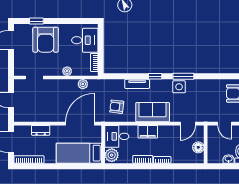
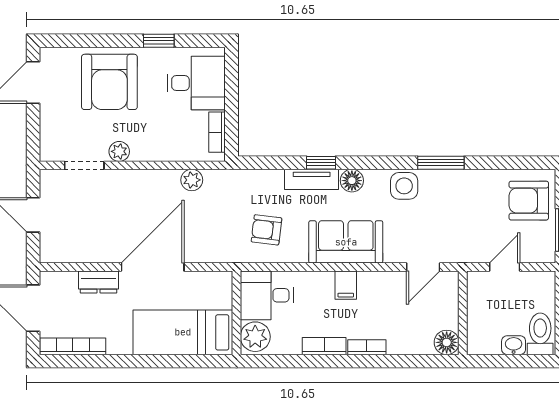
window: (36, 21) -> (159, 41), moved
plant: (67, 71) -> (119, 151), moved
window: (155, 76) -> (321, 163), moved
window: (183, 76) -> (441, 163), moved
floor lamp: (155, 84) -> (352, 181), added
door: (80, 124) -> (153, 267), moved
door: (225, 124) -> (505, 267), swing flipped
filing cabinet: (148, 132) -> (346, 285), width x0.50
floor lamp: (198, 147) -> (447, 342), moved

